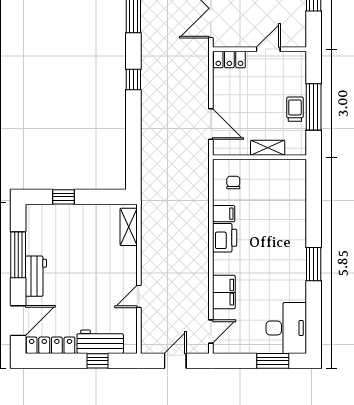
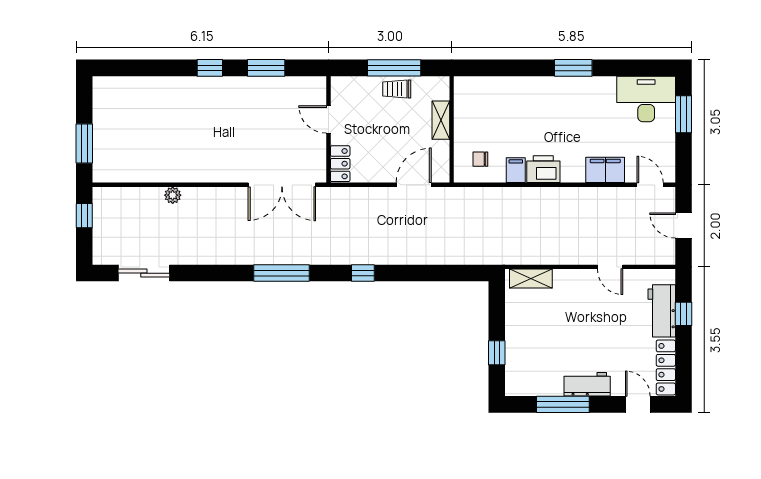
door: (18, 321) -> (638, 404), width x0.73

